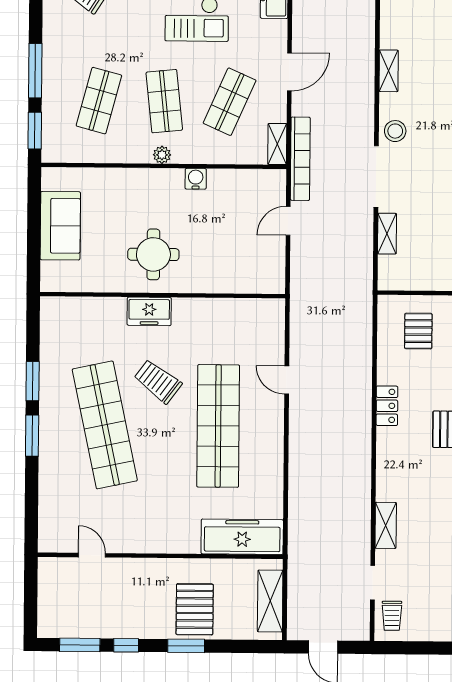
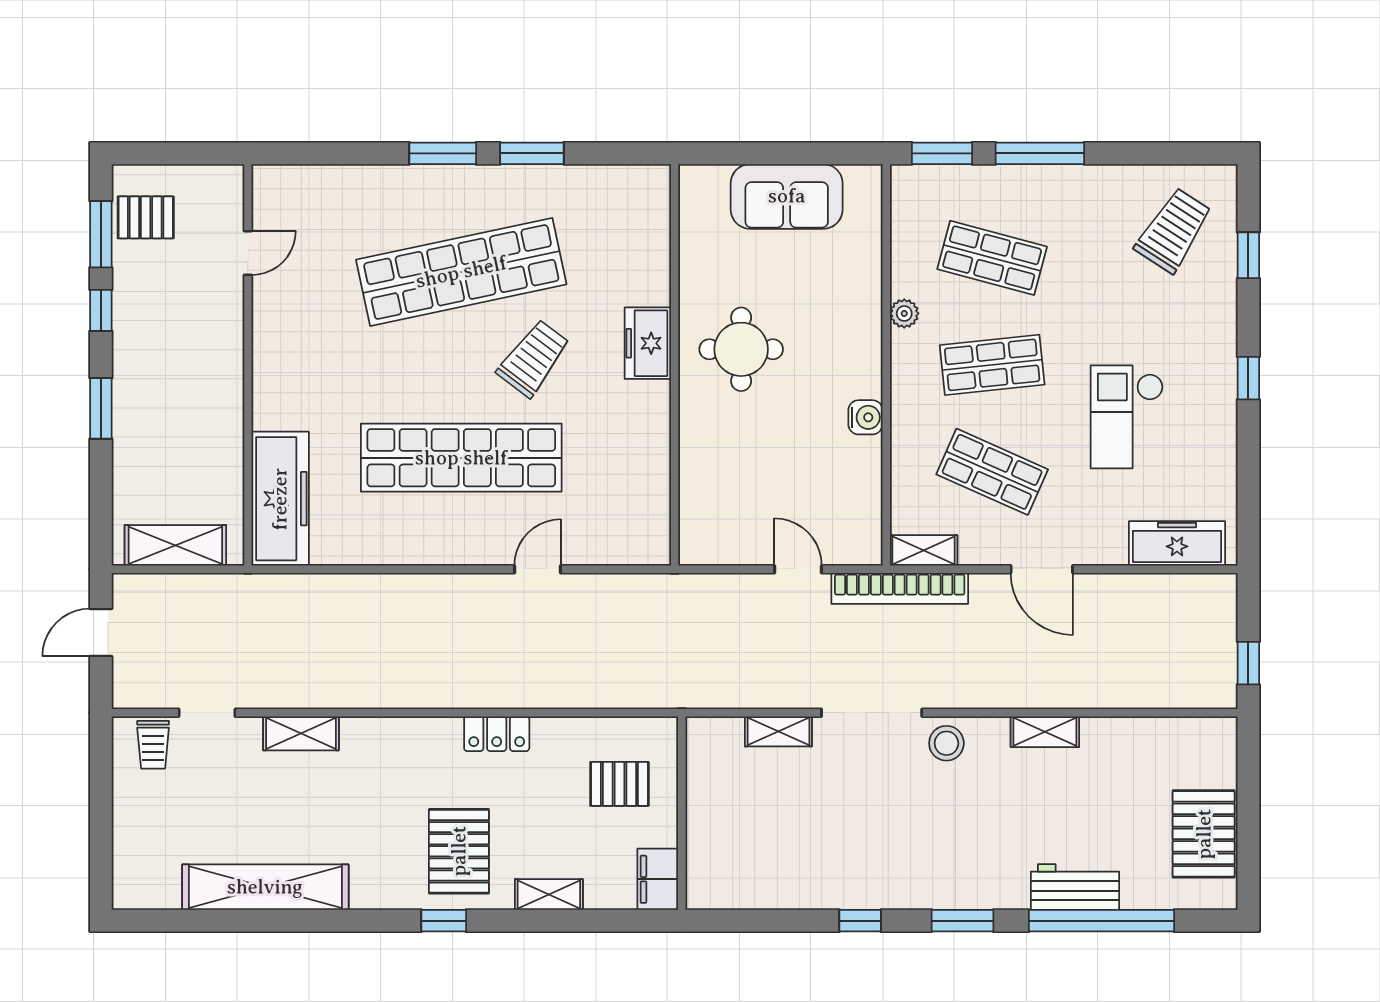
plant: (162, 155) -> (904, 313), moved
pallet: (195, 609) -> (146, 217), moved, width x0.67, depth x0.71
trolley: (392, 616) -> (153, 745), turned -90

